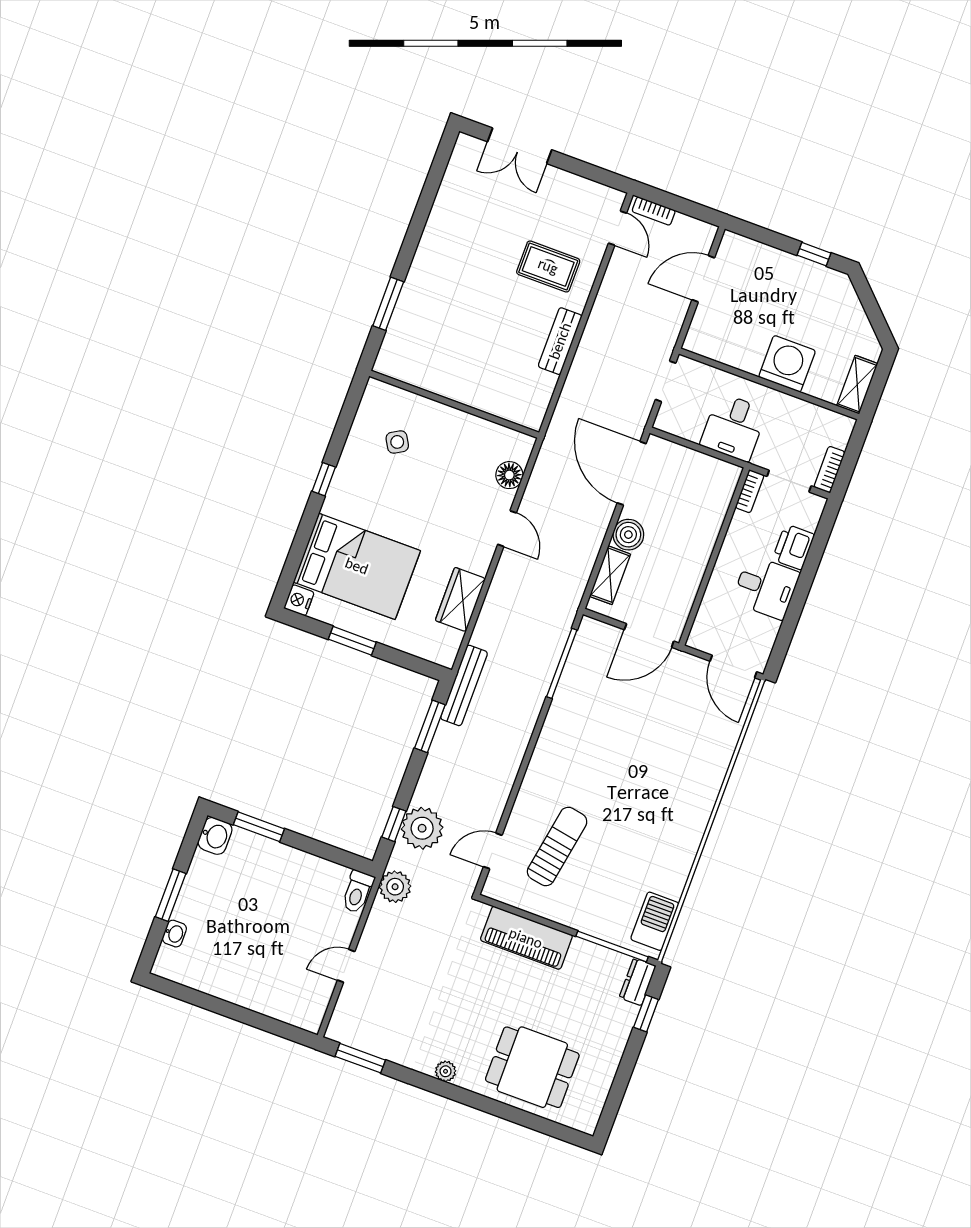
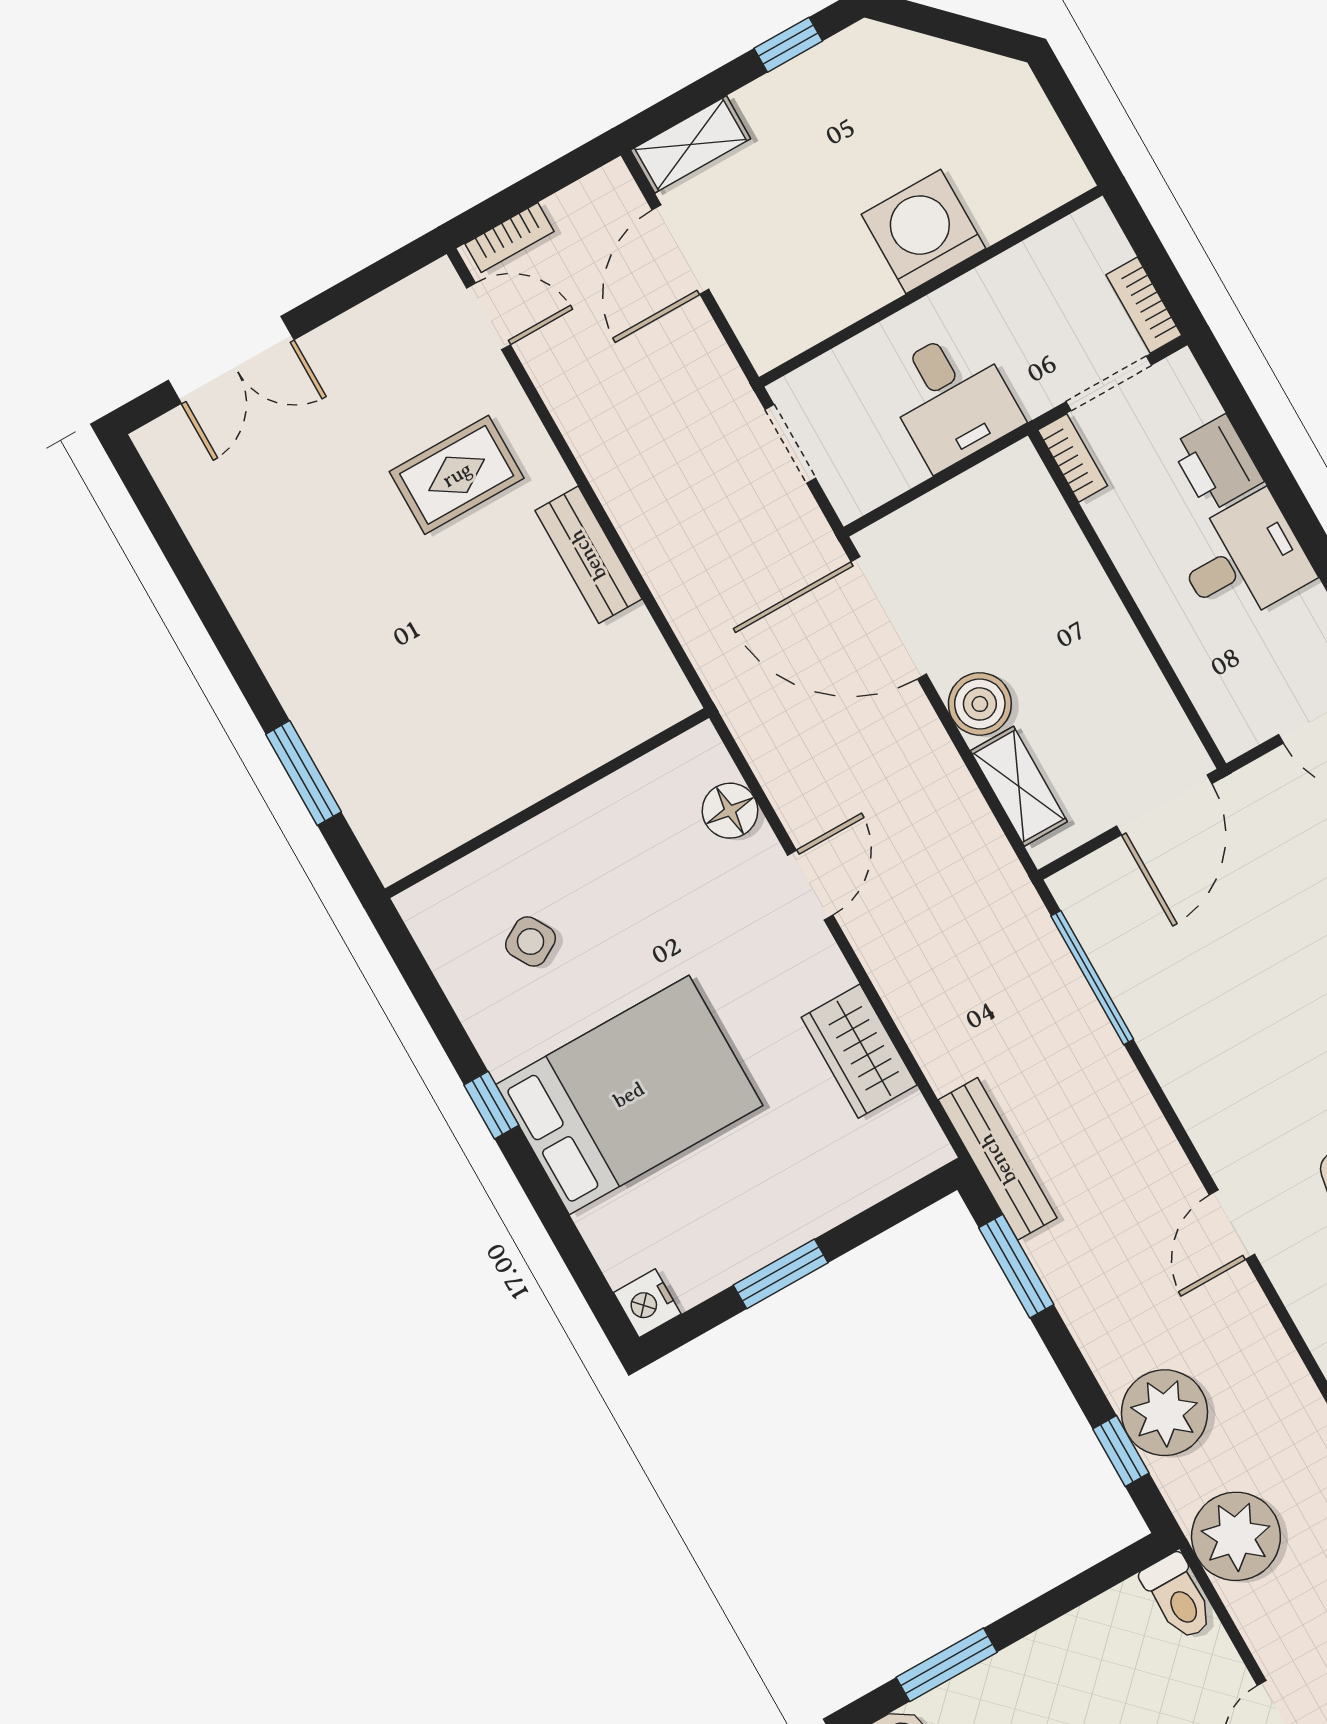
shelving: (857, 385) -> (691, 144), moved, turned 90
door: (507, 529) -> (810, 885), hinge flipped
bed: (357, 566) -> (629, 1095), moved
door: (493, 851) -> (1232, 1225), moved
plant: (395, 887) -> (1236, 1536), width x1.36, depth x1.36

